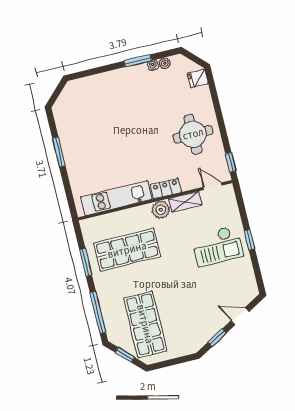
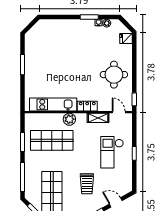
plant: (161, 210) -> (69, 119), moved
checkout: (217, 246) -> (112, 152), turned 90
trolley: (192, 300) -> (87, 184), added

